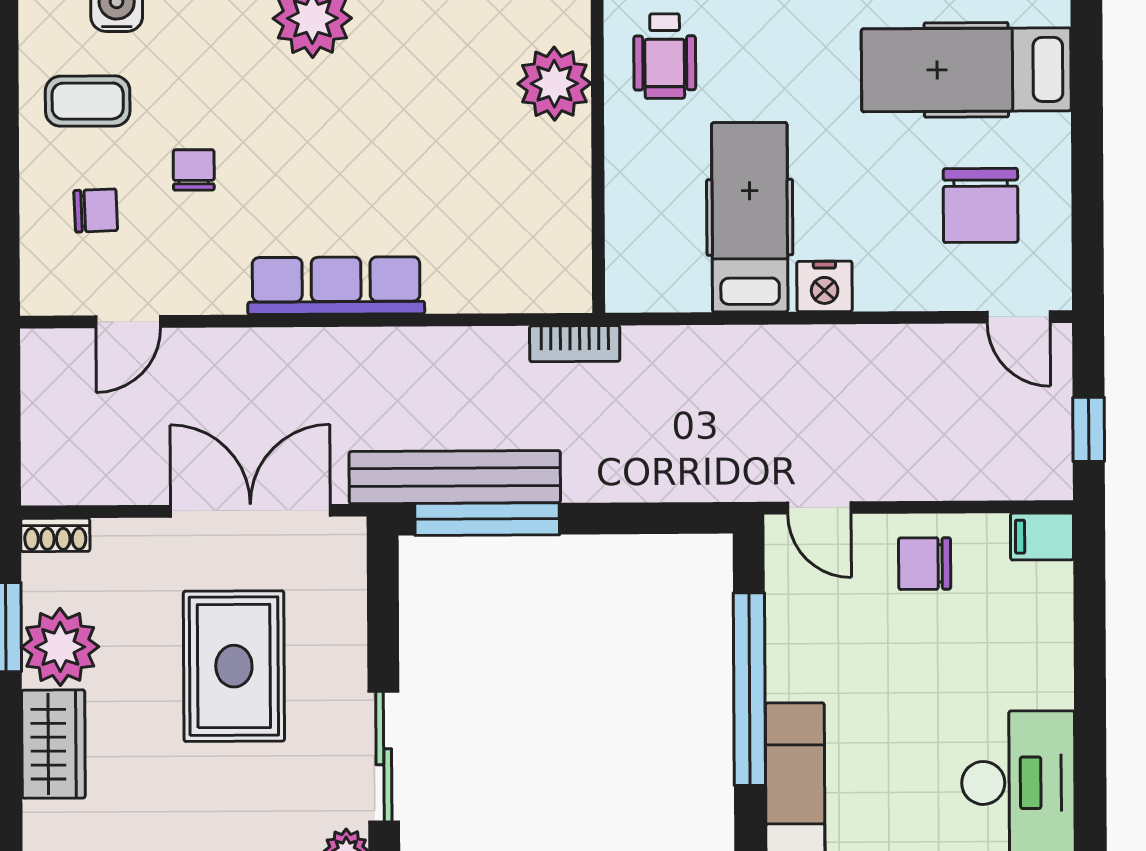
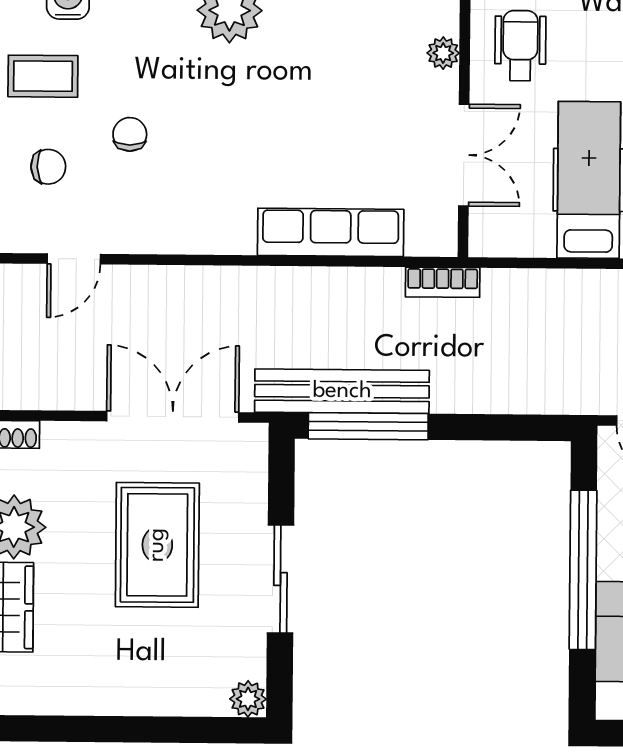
wheelchair: (665, 56) -> (520, 46), turned 180
plant: (554, 84) -> (443, 53), width x0.53, depth x0.53
double door: (598, 189) -> (464, 155), added
row of seats: (336, 286) -> (331, 232), moved
sliding door: (384, 757) -> (280, 579), moved

